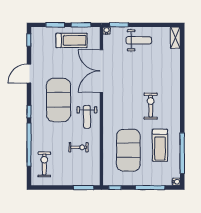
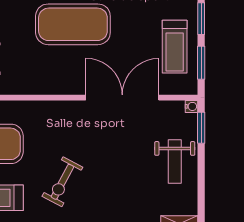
exercise bike: (151, 106) -> (62, 182), turned 118
weight bench: (87, 117) -> (44, 73), removed

